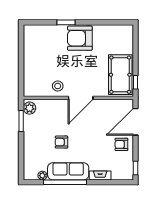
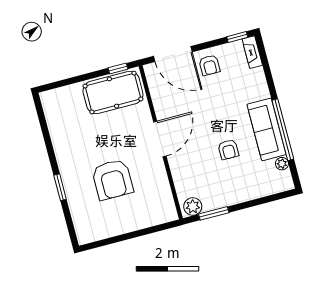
armchair: (80, 38) -> (112, 180), moved
stool: (58, 86) -> (152, 175), removed
door: (81, 98) -> (160, 139), hinge flipped
fireplace: (100, 175) -> (252, 52), moved

